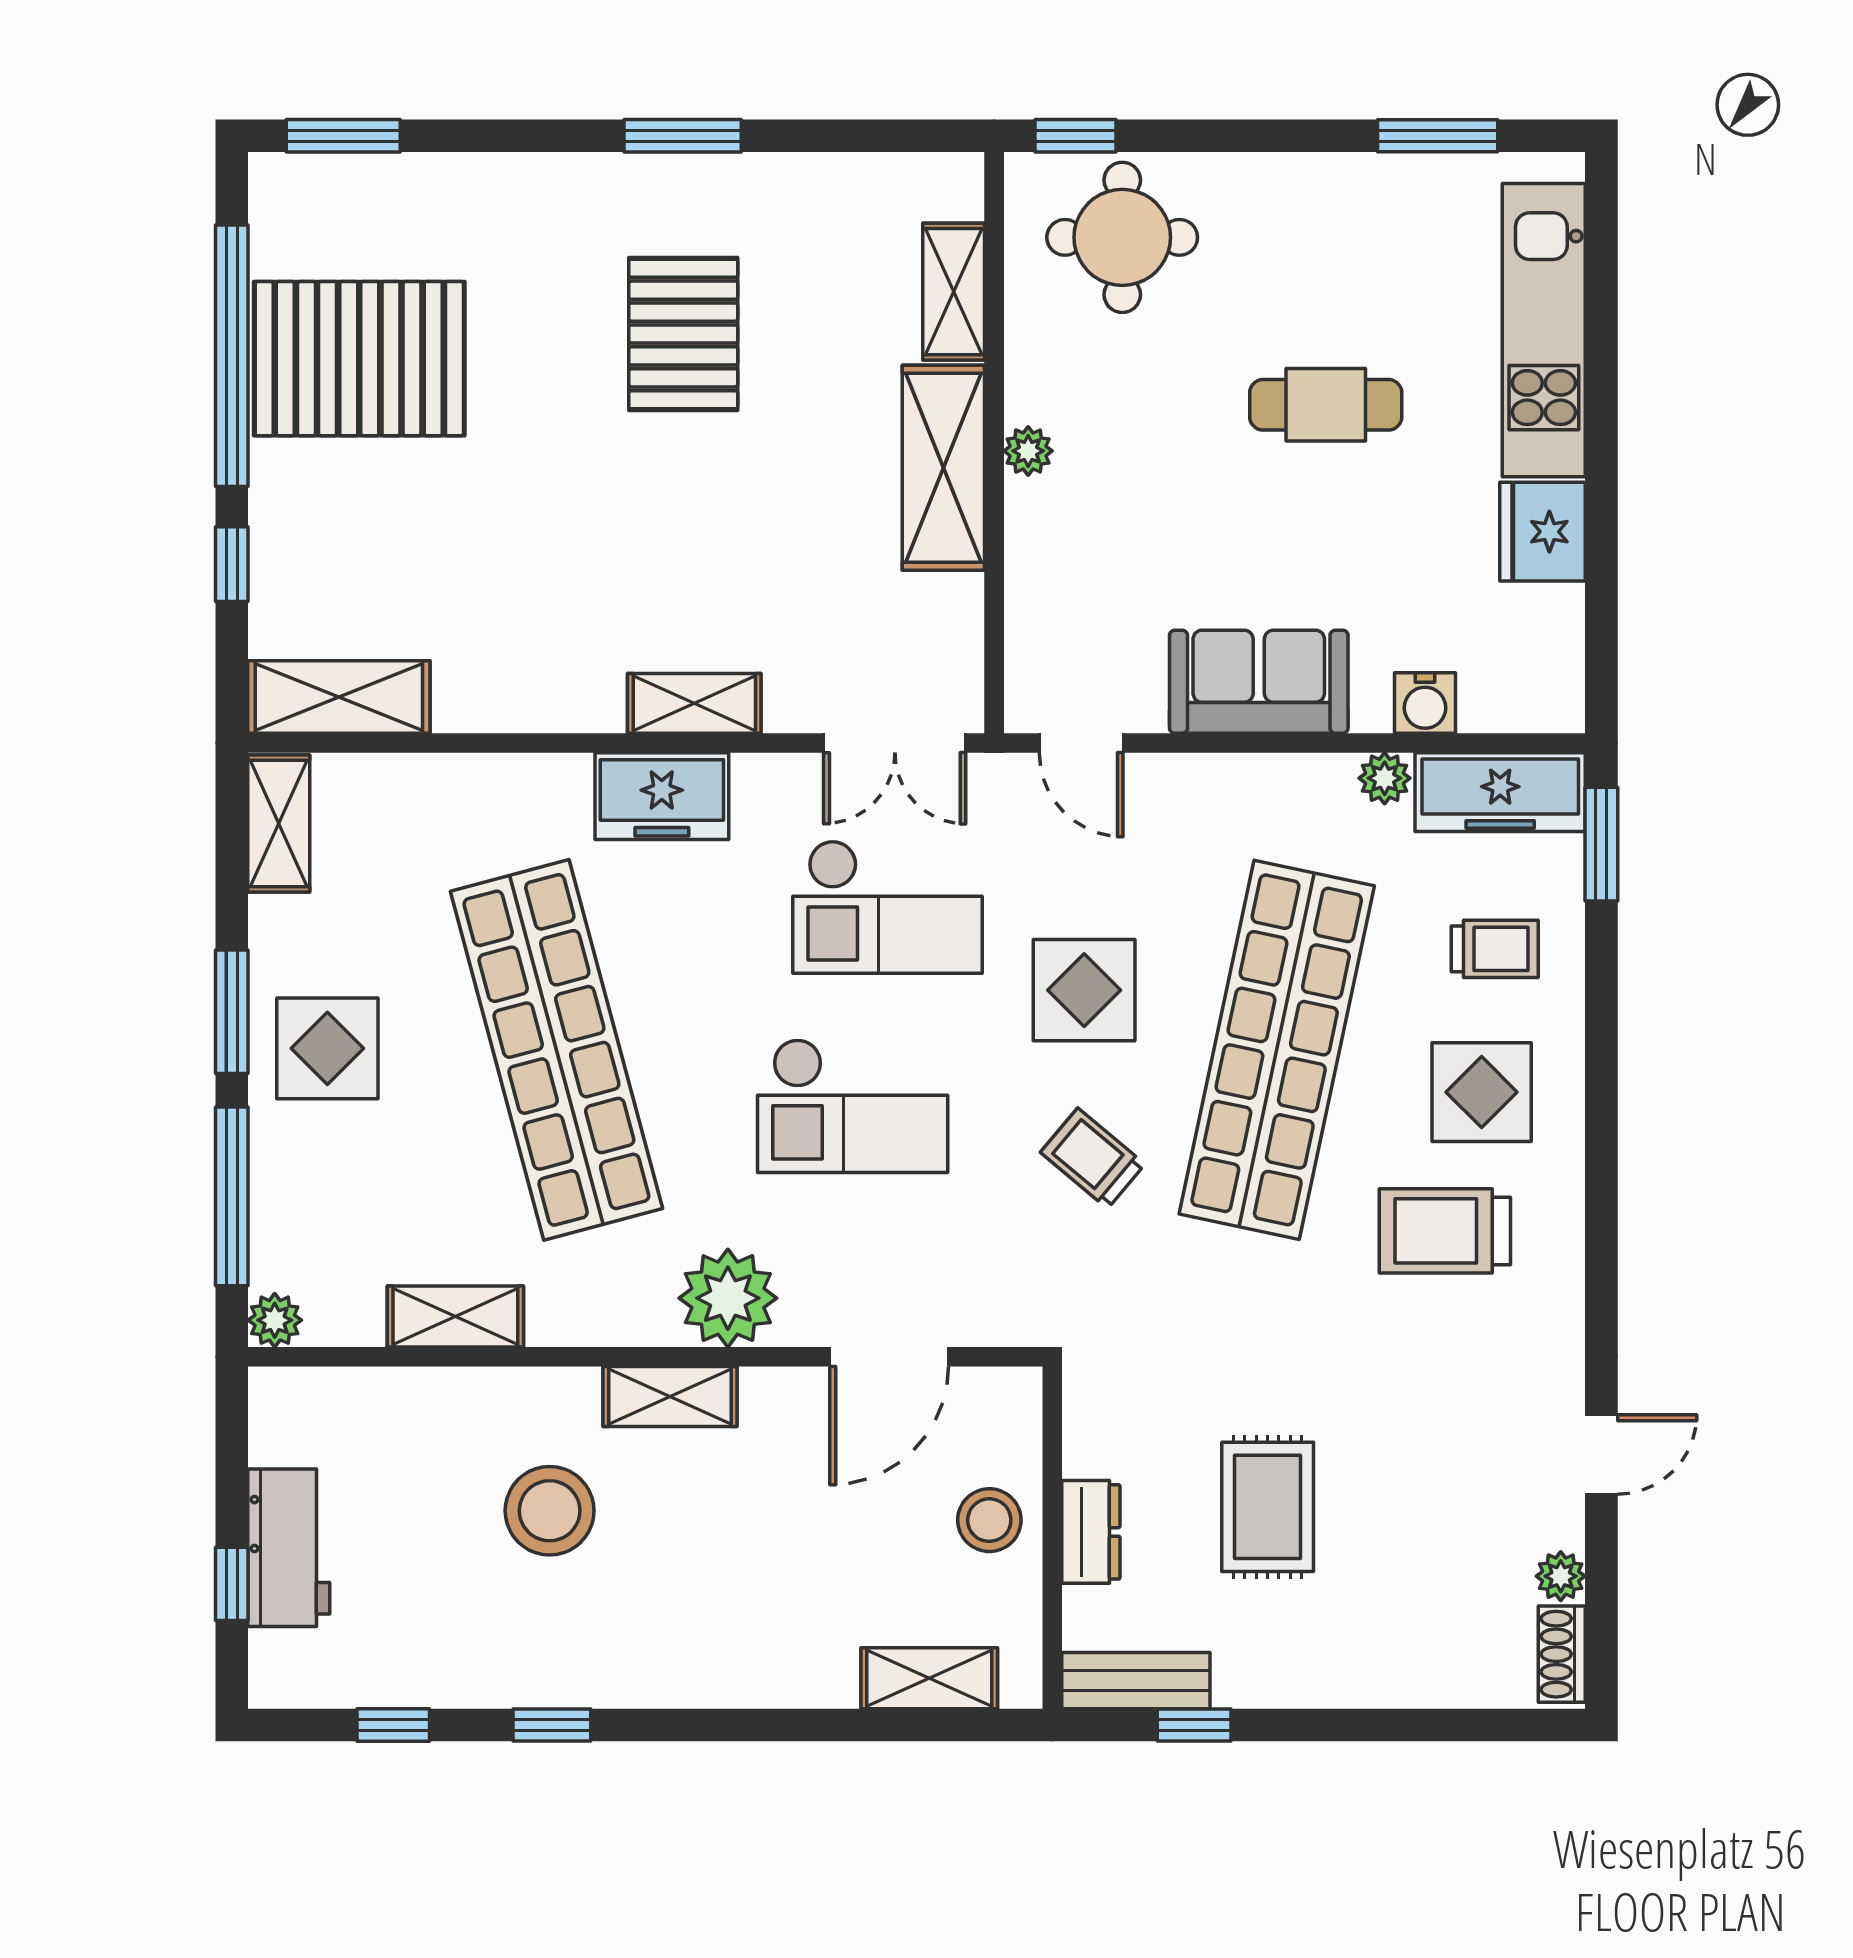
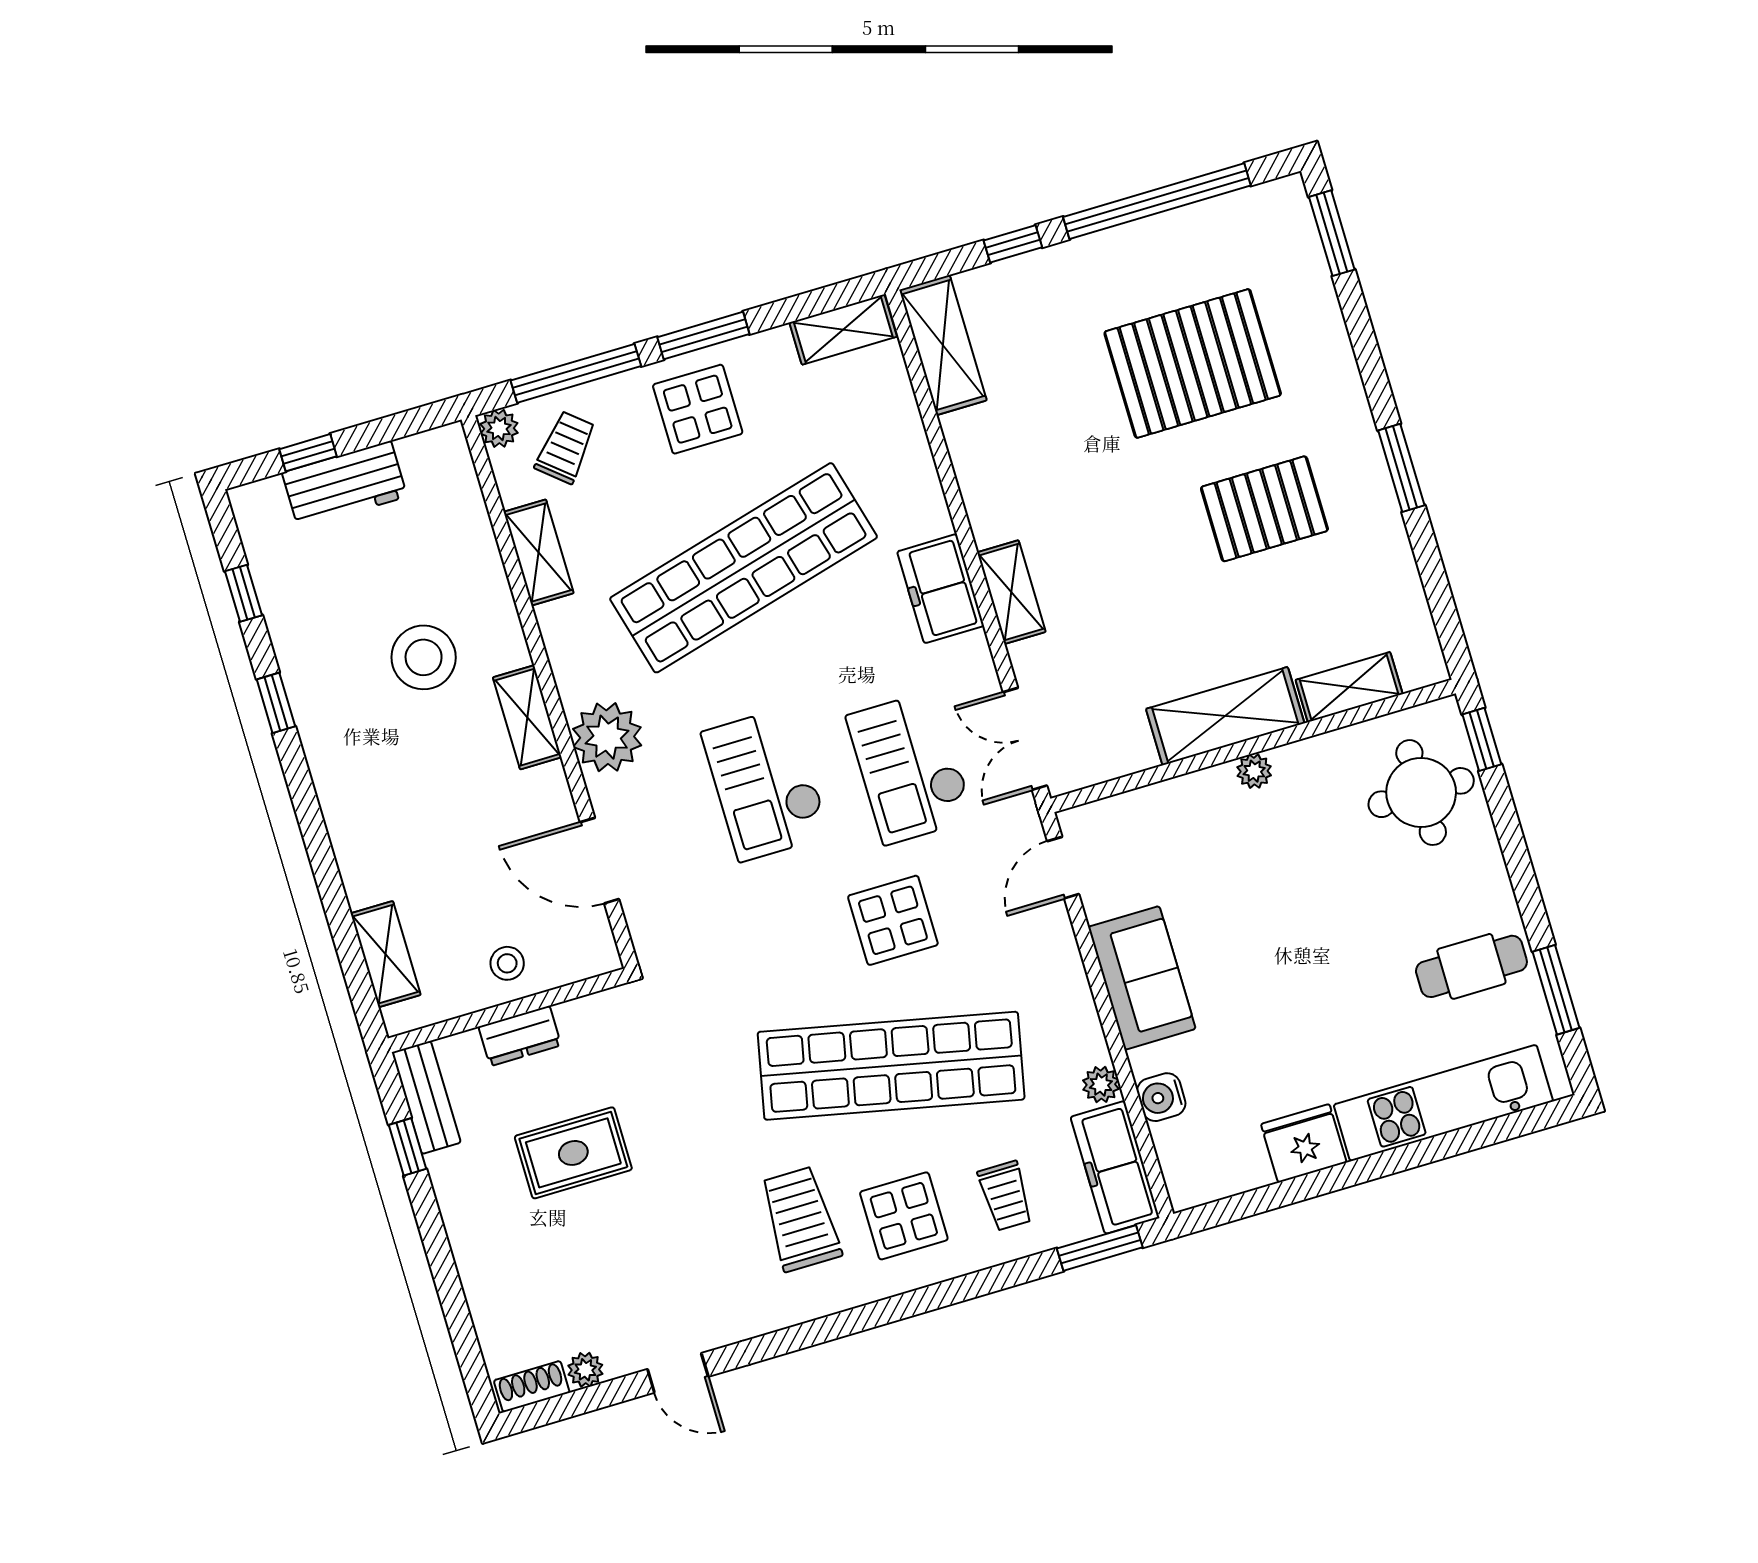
pallet: (359, 359) -> (1193, 363), moved, turned 90
cafe table: (1326, 405) -> (1471, 966), moved, turned 90
trolley: (1093, 1158) -> (565, 447), moved
stool: (989, 1520) -> (507, 963), width x0.73, depth x0.73

